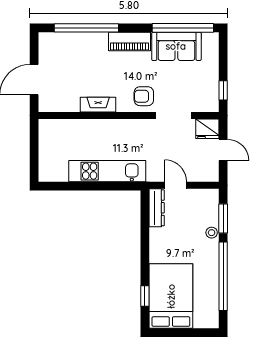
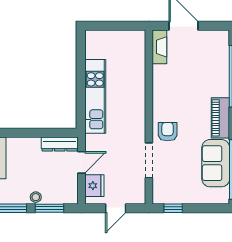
fireplace: (98, 105) -> (159, 47), moved
fridge: (207, 129) -> (94, 186), moved, turned 180

